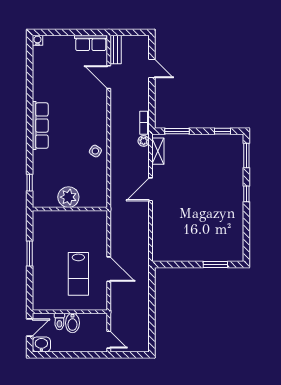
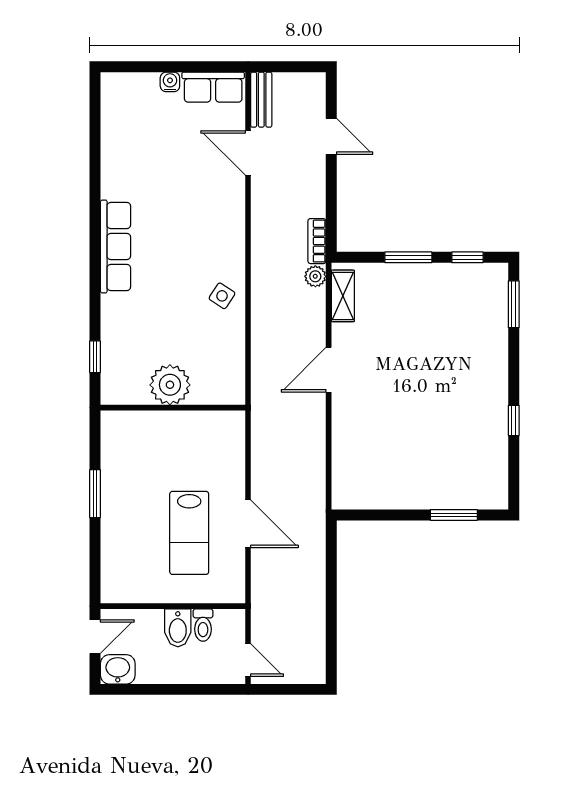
water cooler: (37, 40) -> (170, 82), moved
window: (177, 131) -> (408, 257), moved
window: (246, 194) -> (514, 420), moved
toilet: (59, 322) -> (203, 625), moved

